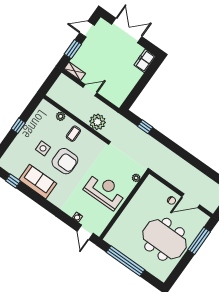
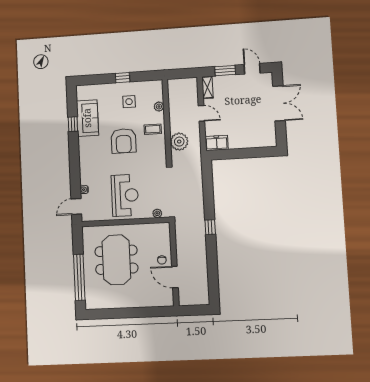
freezer: (145, 61) -> (217, 143), moved
window: (145, 127) -> (210, 227), moved
side table: (43, 148) -> (129, 102), moved
window: (13, 181) -> (73, 124), moved
sofa: (38, 182) -> (87, 118), moved
meeting table: (165, 239) -> (116, 260), moved
window: (199, 241) -> (146, 312), removed
window: (126, 261) -> (79, 277), moved

